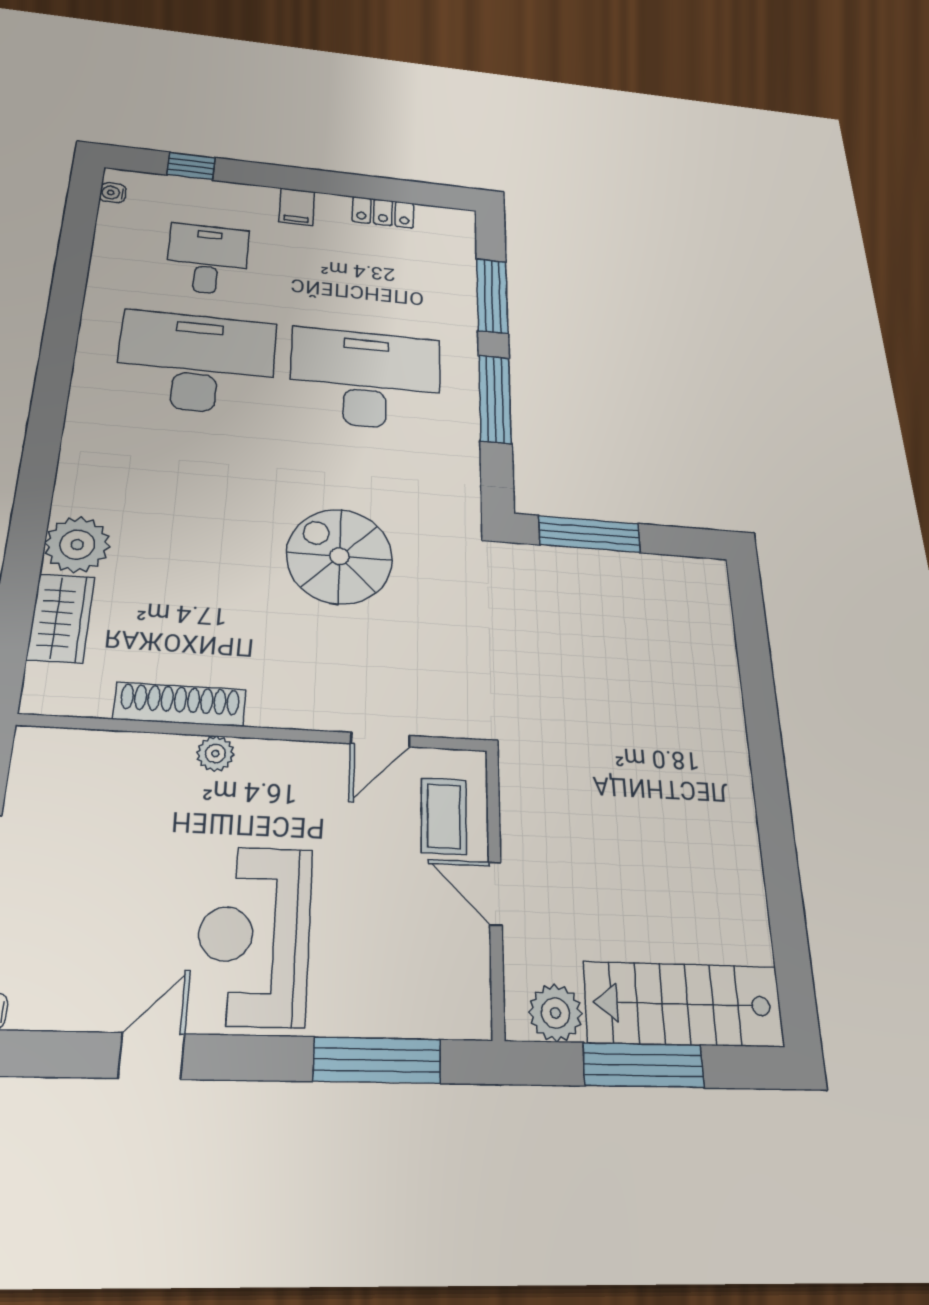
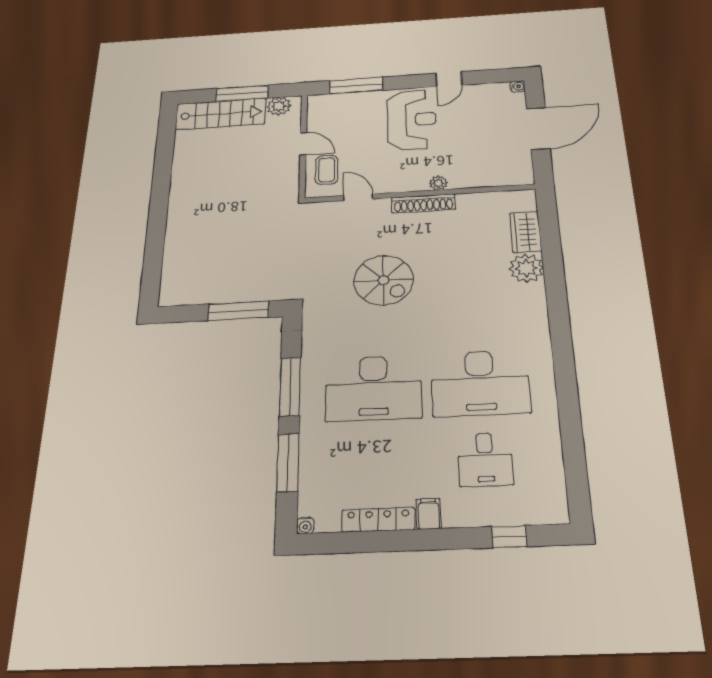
water cooler: (113, 193) -> (305, 526), moved, turned 90
locker: (383, 212) -> (378, 520), width x1.53
shoe rack: (180, 704) -> (423, 203), moved
door: (380, 740) -> (358, 197), hinge flipped

